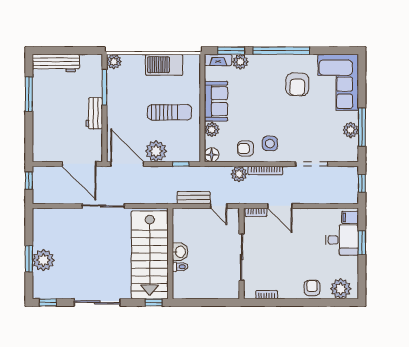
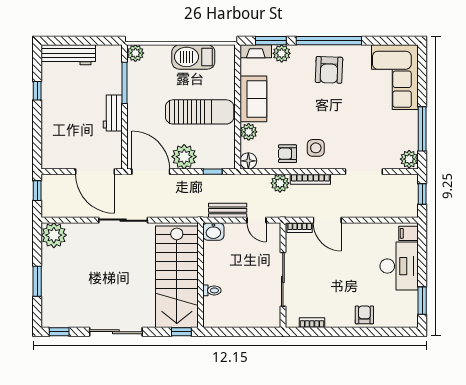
armchair: (297, 84) -> (329, 70), moved
window: (29, 94) -> (37, 91), width x0.46
sun lounger: (170, 112) -> (200, 112), width x1.36, depth x1.34
plant: (351, 130) -> (409, 159), moved
desk: (342, 240) -> (399, 266), width x1.37
window: (362, 243) -> (422, 301), moved
washbasin: (180, 252) -> (213, 231), moved, turned 90
plant: (43, 260) -> (54, 235), moved
plant: (341, 289) -> (398, 316), removed

